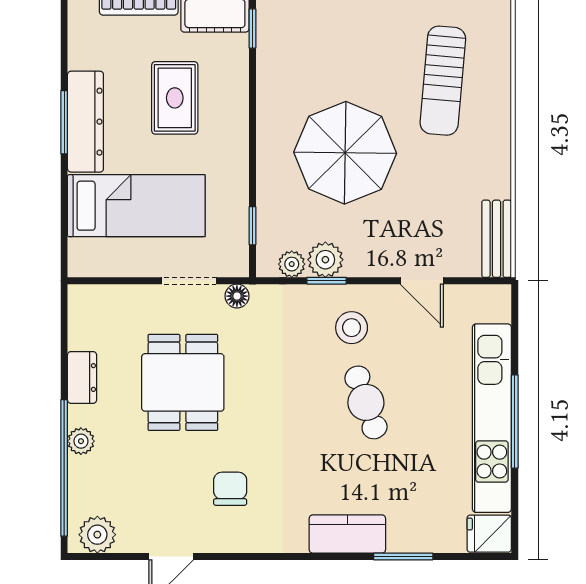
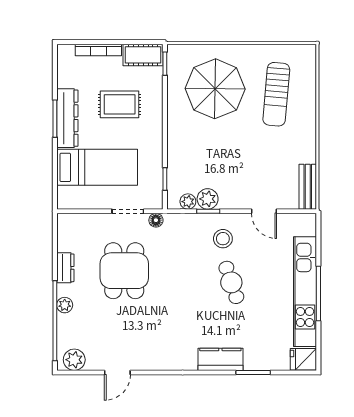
rug: (175, 98) -> (120, 104), turned 90
parasol: (345, 153) -> (215, 89), moved
chair: (230, 489) -> (152, 333), removed

